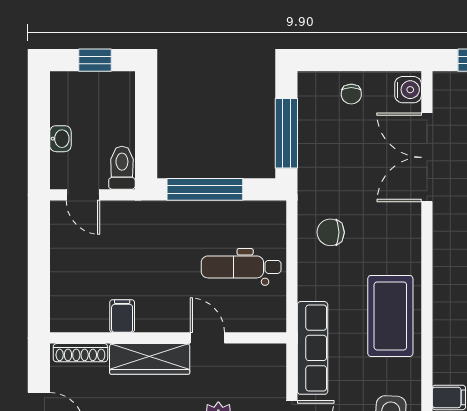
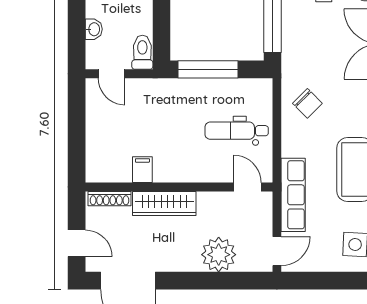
chair: (331, 232) -> (307, 103), turned -135
door: (207, 338) -> (248, 187), moved

